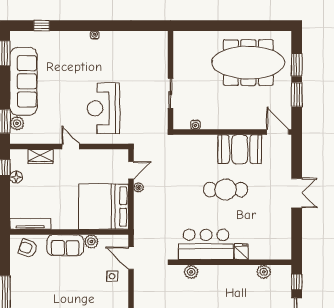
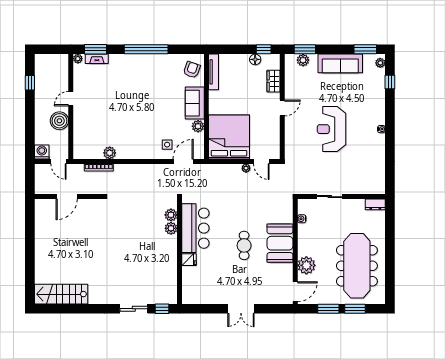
plant: (20, 36) -> (380, 63), added
dresser: (179, 42) -> (375, 204), added
sofa: (23, 81) -> (340, 63), width x0.74, depth x0.79
reception desk: (103, 108) -> (331, 129), moved, turned -90
plant: (248, 119) -> (306, 265), added
booth: (240, 149) -> (280, 243), moved
cafe table: (226, 190) -> (244, 245), width x0.73, depth x0.74
plant: (264, 272) -> (171, 228), moved

